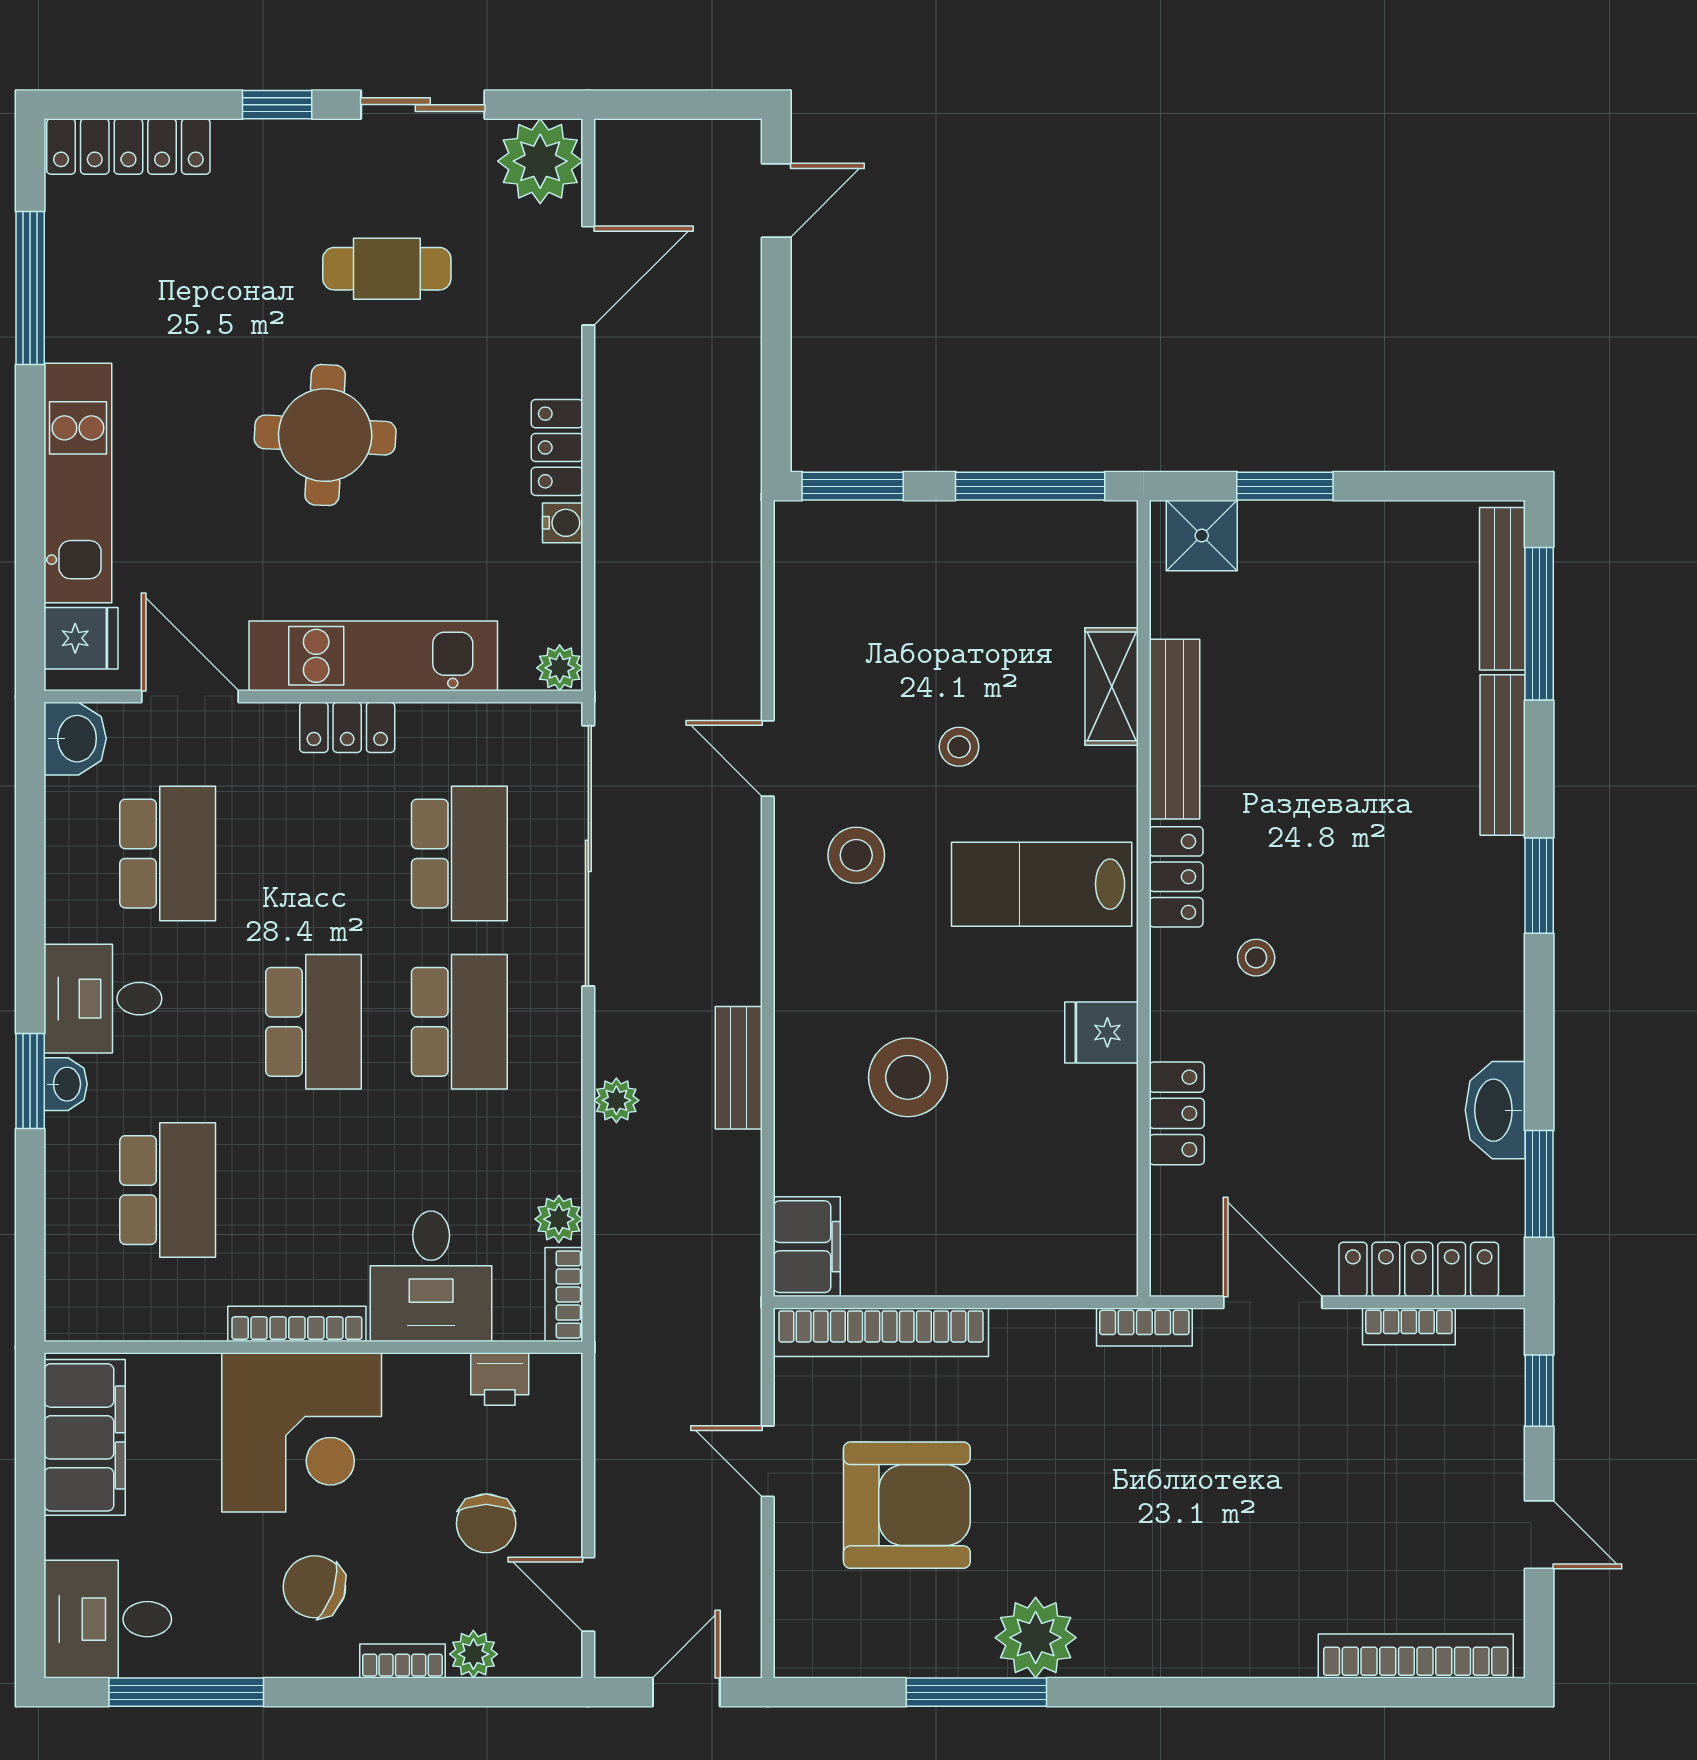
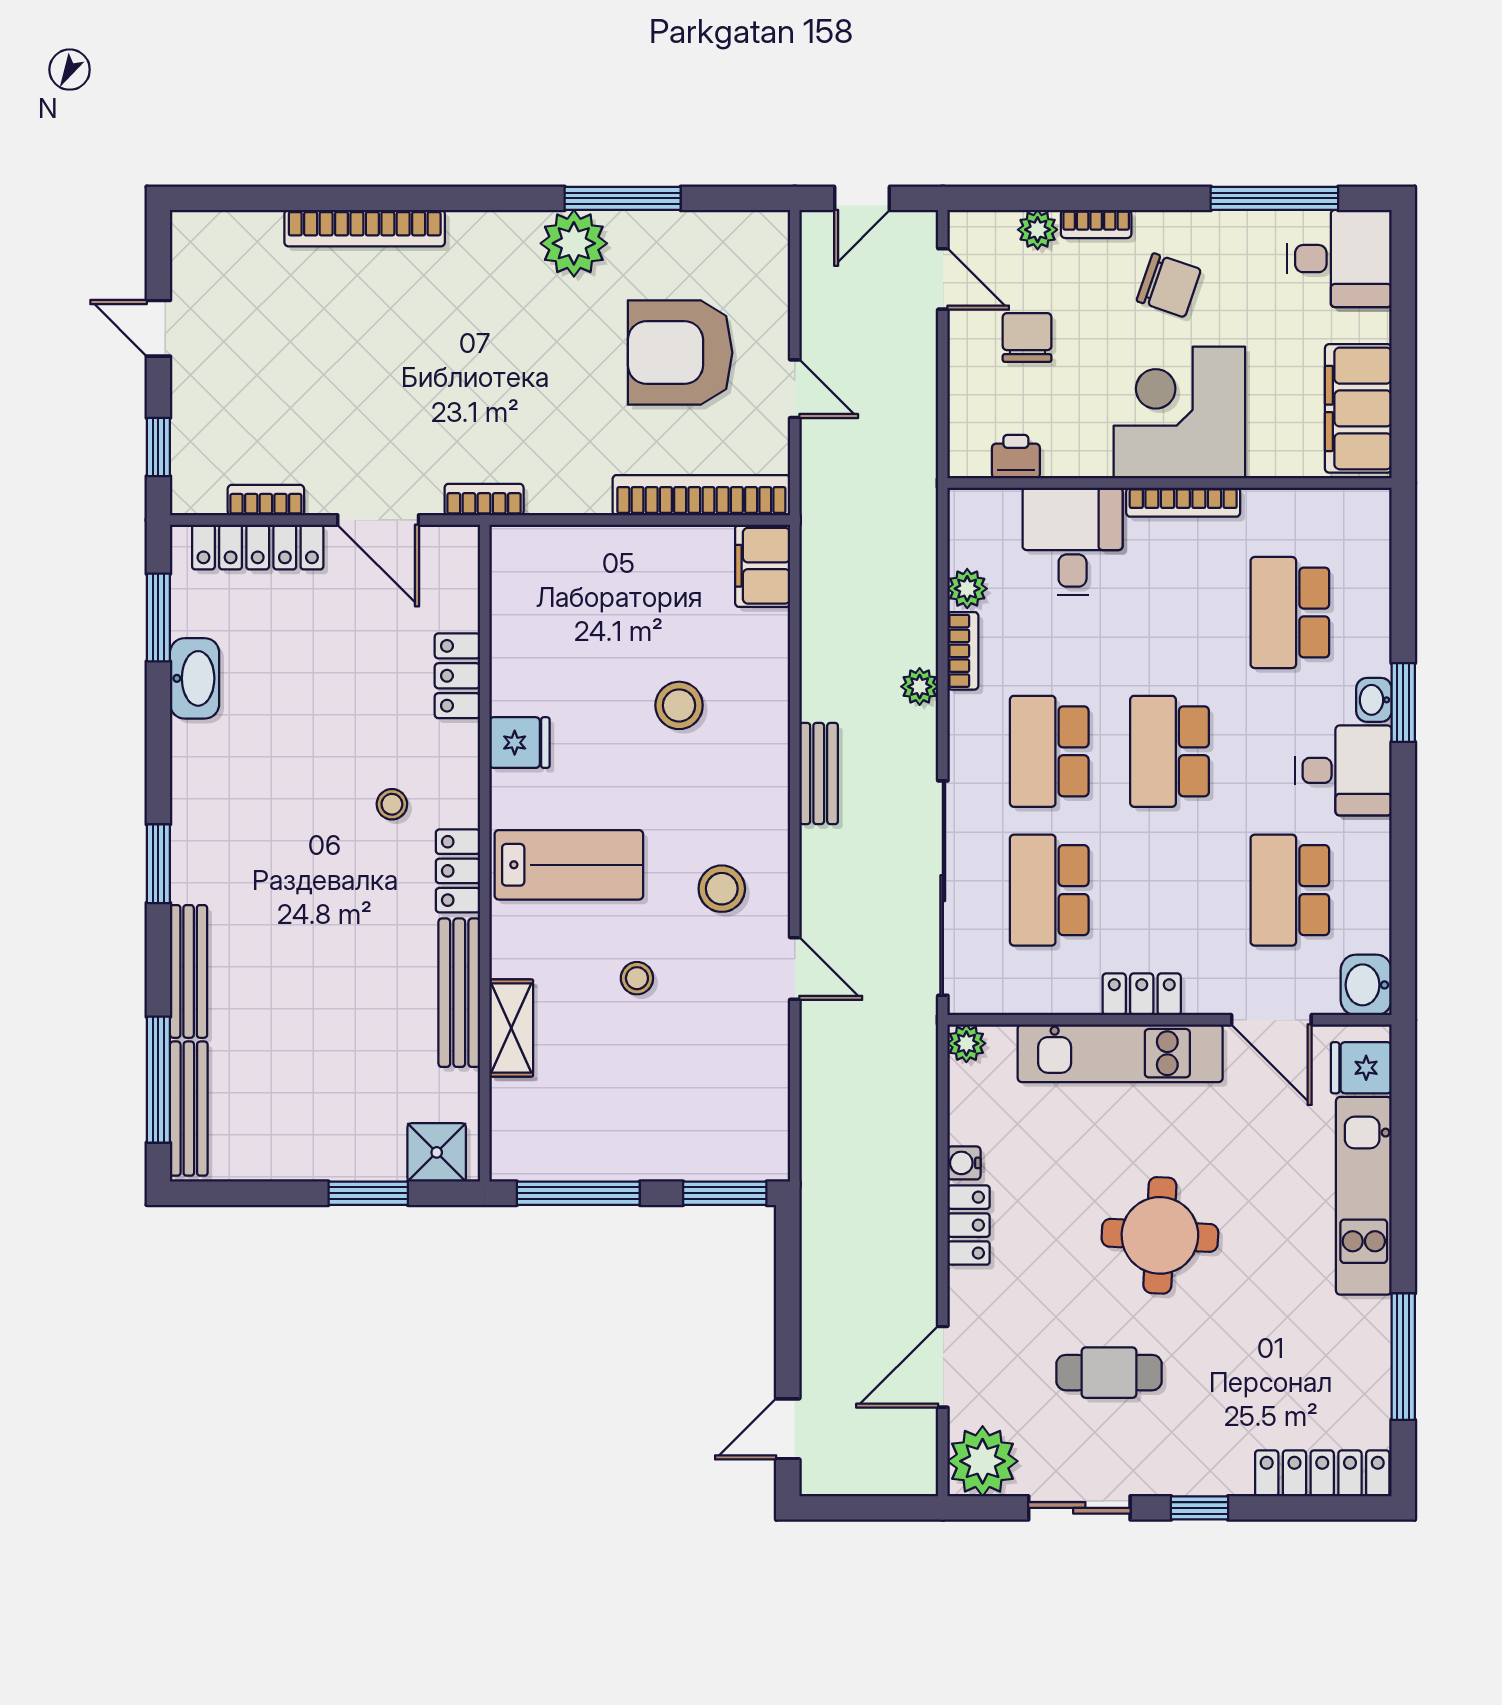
bench: (739, 1068) -> (819, 774), moved
stool: (908, 1077) -> (679, 705), width x0.73, depth x0.73
bookcase: (564, 1294) -> (963, 651), moved
bookcase: (1416, 1656) -> (365, 228), moved

